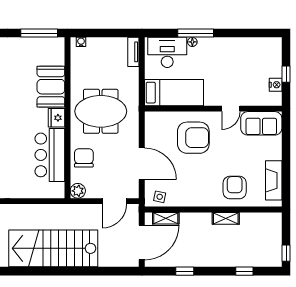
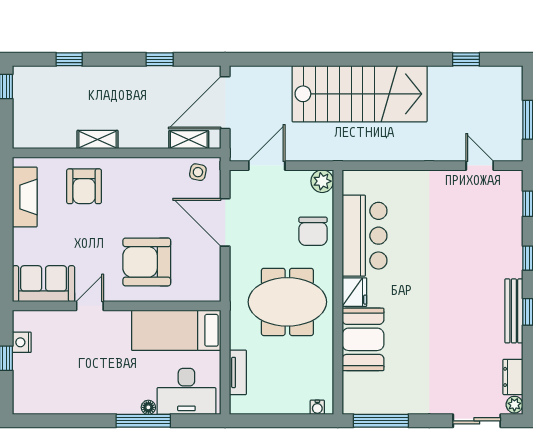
tv unit: (133, 52) -> (238, 372), moved

